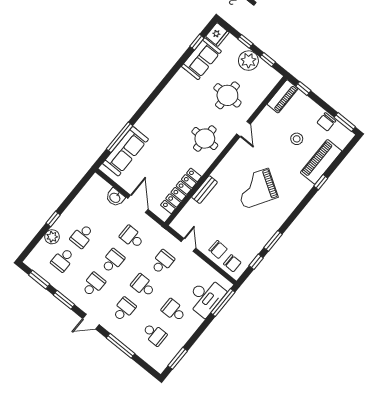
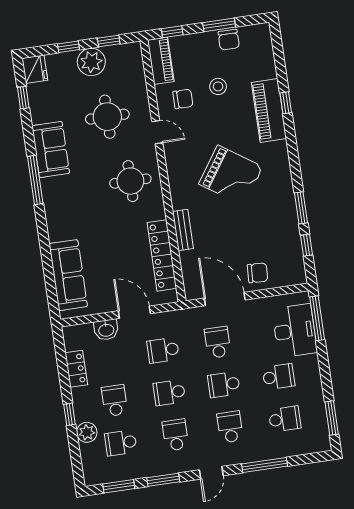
sofa: (201, 59) -> (51, 149), moved
window: (345, 122) -> (219, 25), moved
window: (120, 137) -> (35, 180), moved
piano: (321, 162) -> (269, 110), moved
grand piano: (256, 188) -> (231, 175), turned -88
locker: (80, 201) -> (76, 369), added
school desk: (82, 236) -> (115, 401), turned 180
door: (188, 245) -> (225, 299), width x1.88
school desk: (63, 260) -> (121, 443), turned 90
school desk: (113, 261) -> (169, 393), turned -90
chair: (232, 263) -> (183, 99), moved
school desk: (174, 311) -> (279, 377), turned 180

